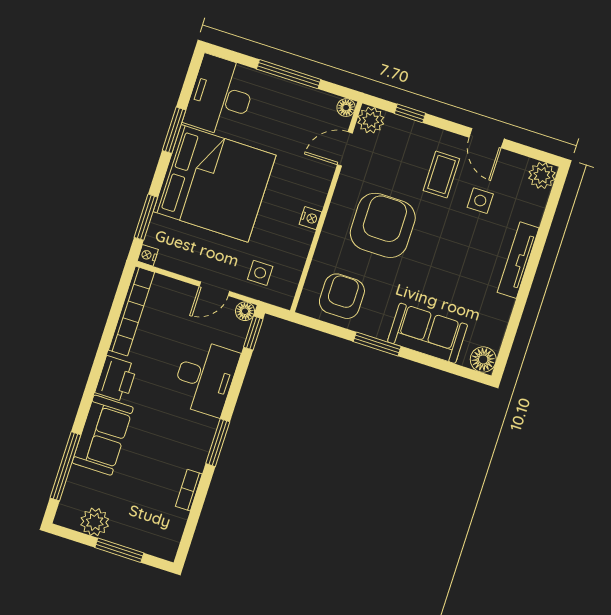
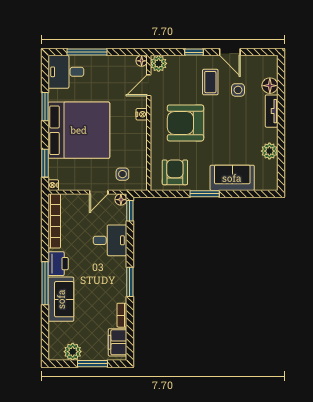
window: (289, 74) -> (87, 52), moved
desk: (221, 96) -> (66, 72), width x0.73
window: (410, 113) -> (194, 52), moved
plant: (542, 176) -> (269, 151), moved
nightstand: (310, 218) -> (142, 114), moved
armchair: (383, 225) -> (185, 123), turned -90
tv unit: (518, 260) -> (272, 111), width x0.71
floor lamp: (483, 359) -> (270, 86), moved
desk: (205, 378) -> (110, 240), width x0.73
window: (65, 466) -> (45, 283), moved
filing cabinet: (169, 530) -> (118, 342), added

